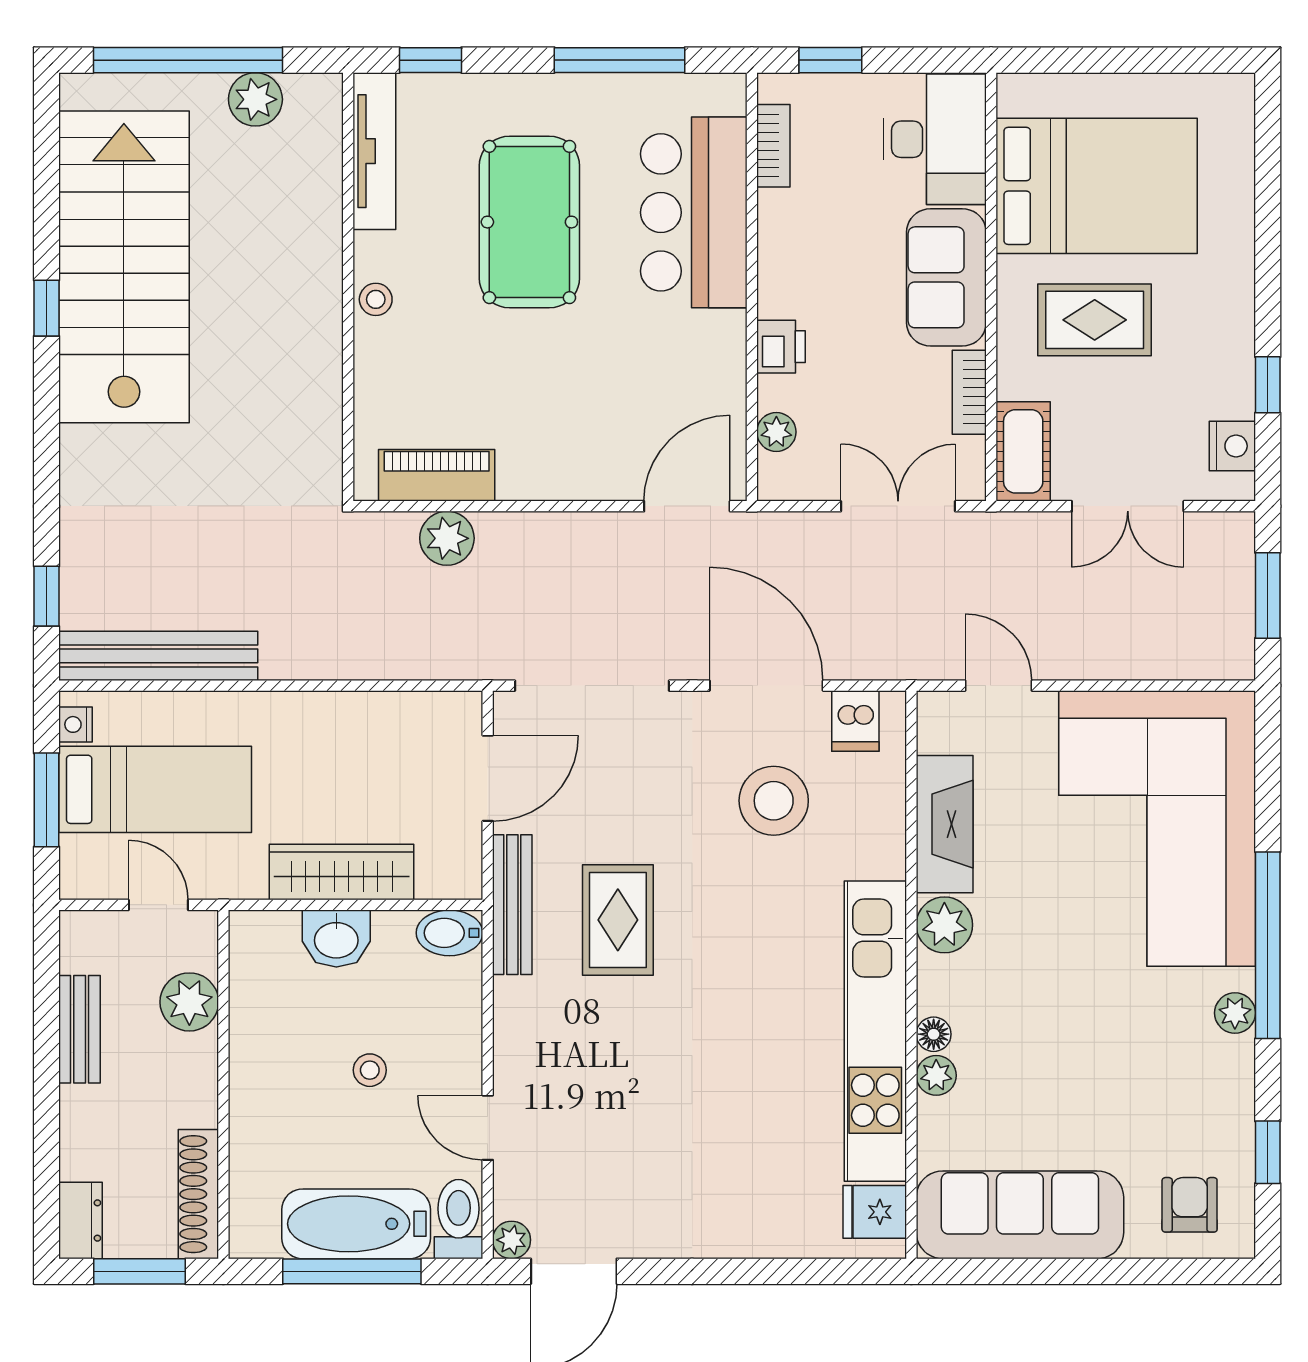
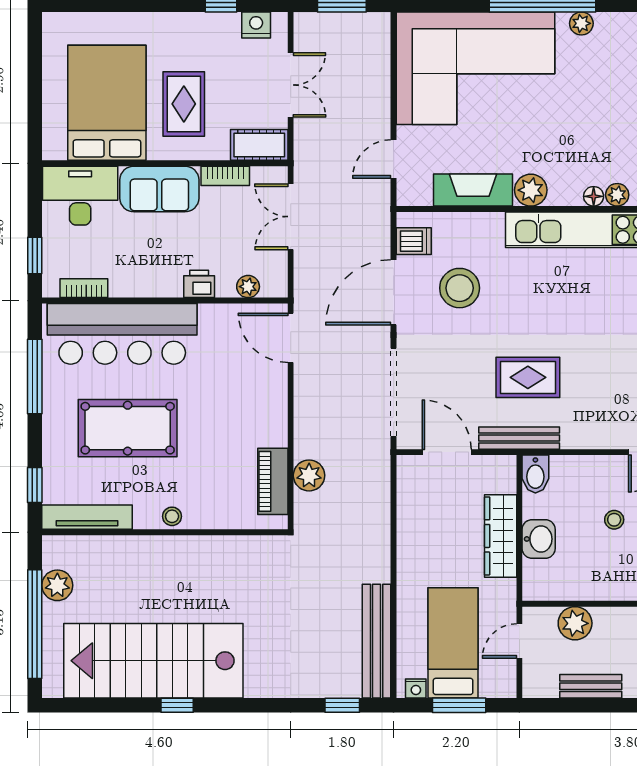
bar counter: (694, 212) -> (122, 334), width x1.36

